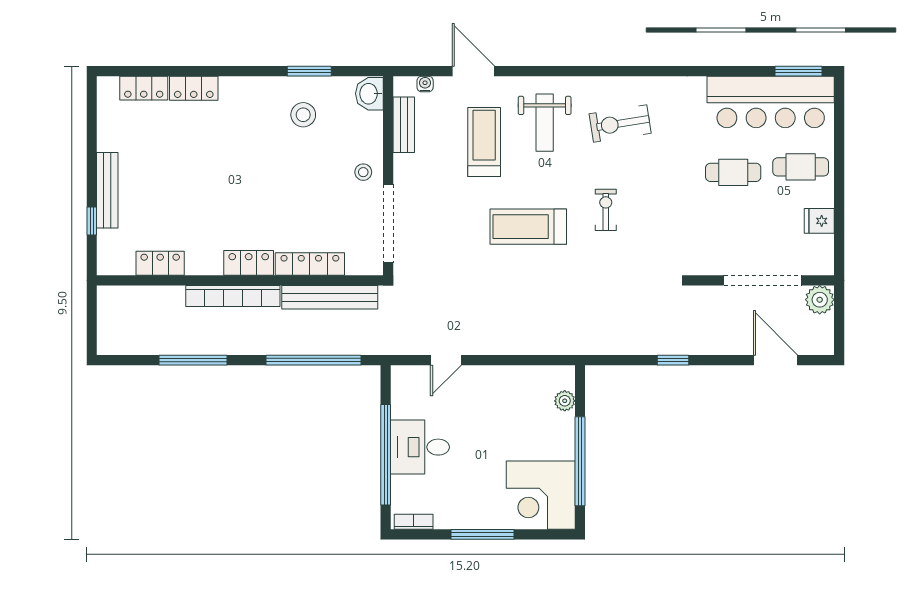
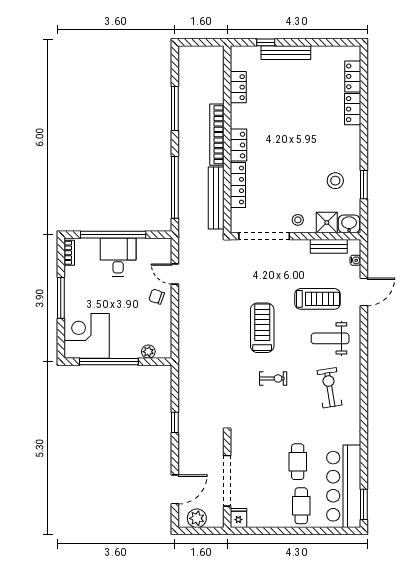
shower: (367, 128) -> (327, 223), added
fridge: (819, 221) -> (238, 518), moved
plant: (820, 300) -> (197, 518), moved
chair: (481, 388) -> (157, 297), added

